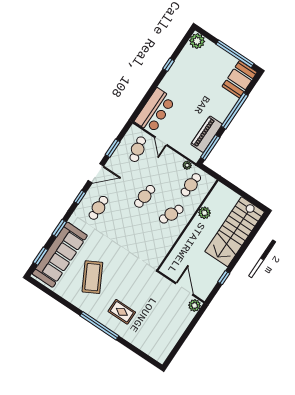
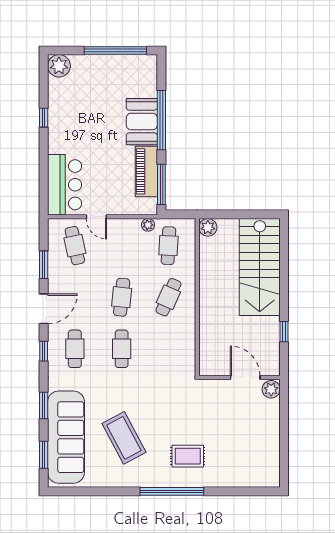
booth: (240, 79) -> (142, 122), moved
plant: (204, 213) -> (208, 227), moved
cafe table: (125, 226) -> (122, 349), added

